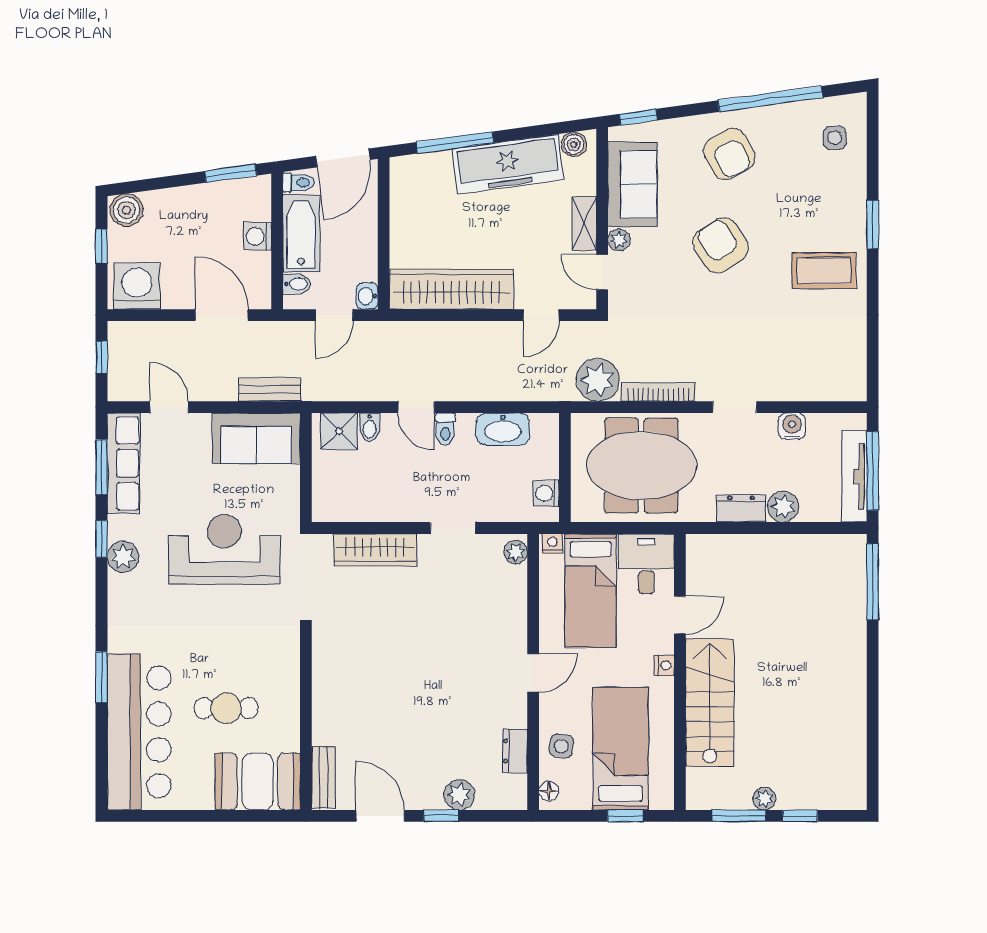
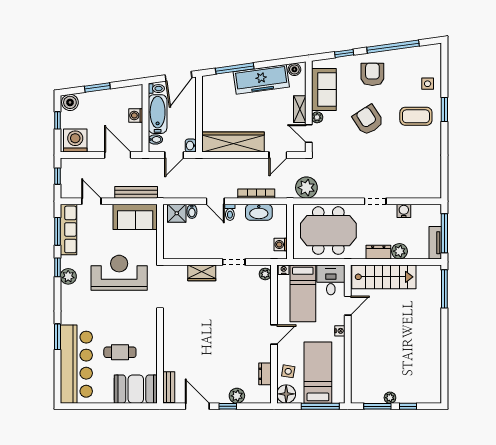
window: (638, 117) -> (344, 53), moved
side table: (835, 138) -> (428, 84), moved
armchair: (729, 154) -> (372, 74), turned -151
window: (231, 173) -> (97, 87), moved
coffee table: (824, 271) -> (416, 116), moved
bench: (270, 390) -> (136, 192), width x1.36
bookcase: (658, 392) -> (256, 194), moved
tv unit: (855, 476) -> (435, 243), width x0.71
wardrobe: (375, 550) -> (202, 273), width x0.67
stairs: (710, 703) -> (384, 277), moved, turned 90
floor lamp: (549, 791) -> (286, 394), width x1.89, depth x1.89
window: (625, 816) -> (320, 406), width x2.17

